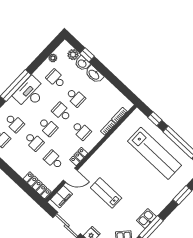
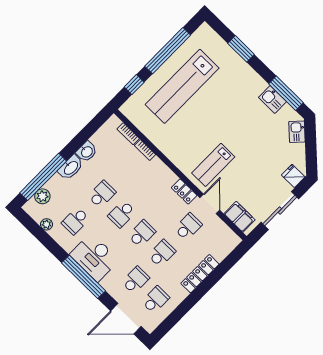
window: (87, 55) -> (43, 177), width x3.17
washbasin: (82, 63) -> (87, 152), moved
school desk: (81, 130) -> (148, 187), removed
lab bench: (154, 153) -> (182, 86), turned 180
school desk: (54, 160) -> (188, 227), turned 180
locker: (37, 185) -> (200, 274), moved
lab bench: (106, 193) -> (213, 165), moved

